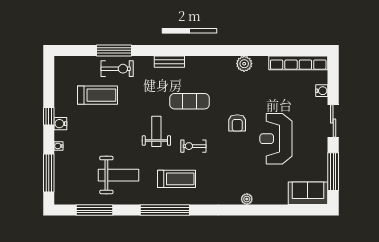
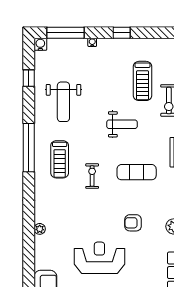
exercise mat: (190, 101) -> (137, 172), turned 90
armchair: (237, 123) -> (133, 223), moved
water cooler: (60, 124) -> (40, 44), moved
weight bench: (156, 131) -> (122, 124), moved
window: (95, 210) -> (29, 78), width x0.46

